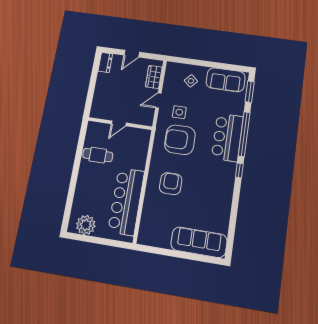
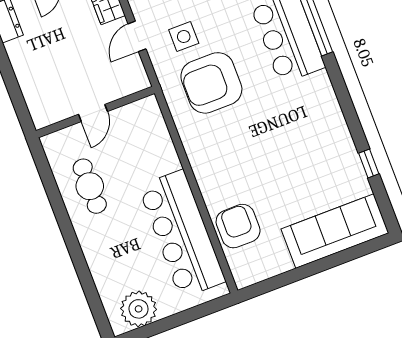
cafe table: (98, 155) -> (90, 186), turned 90
window: (239, 170) -> (369, 163), moved
armchair: (171, 184) -> (238, 226), moved

